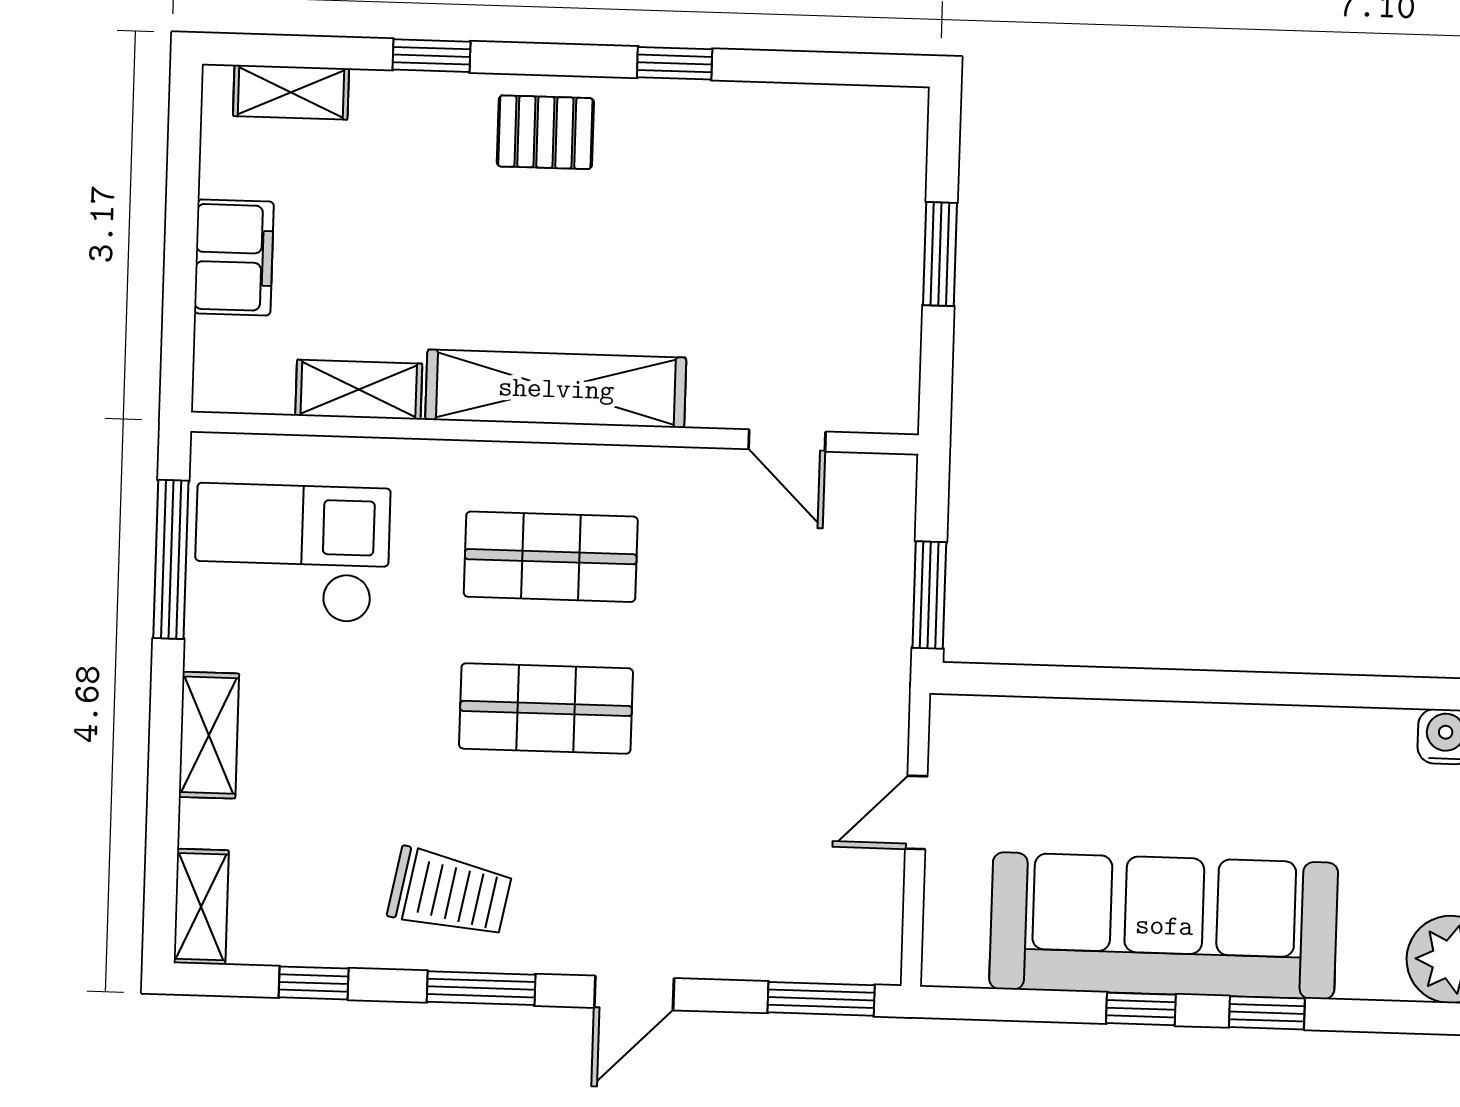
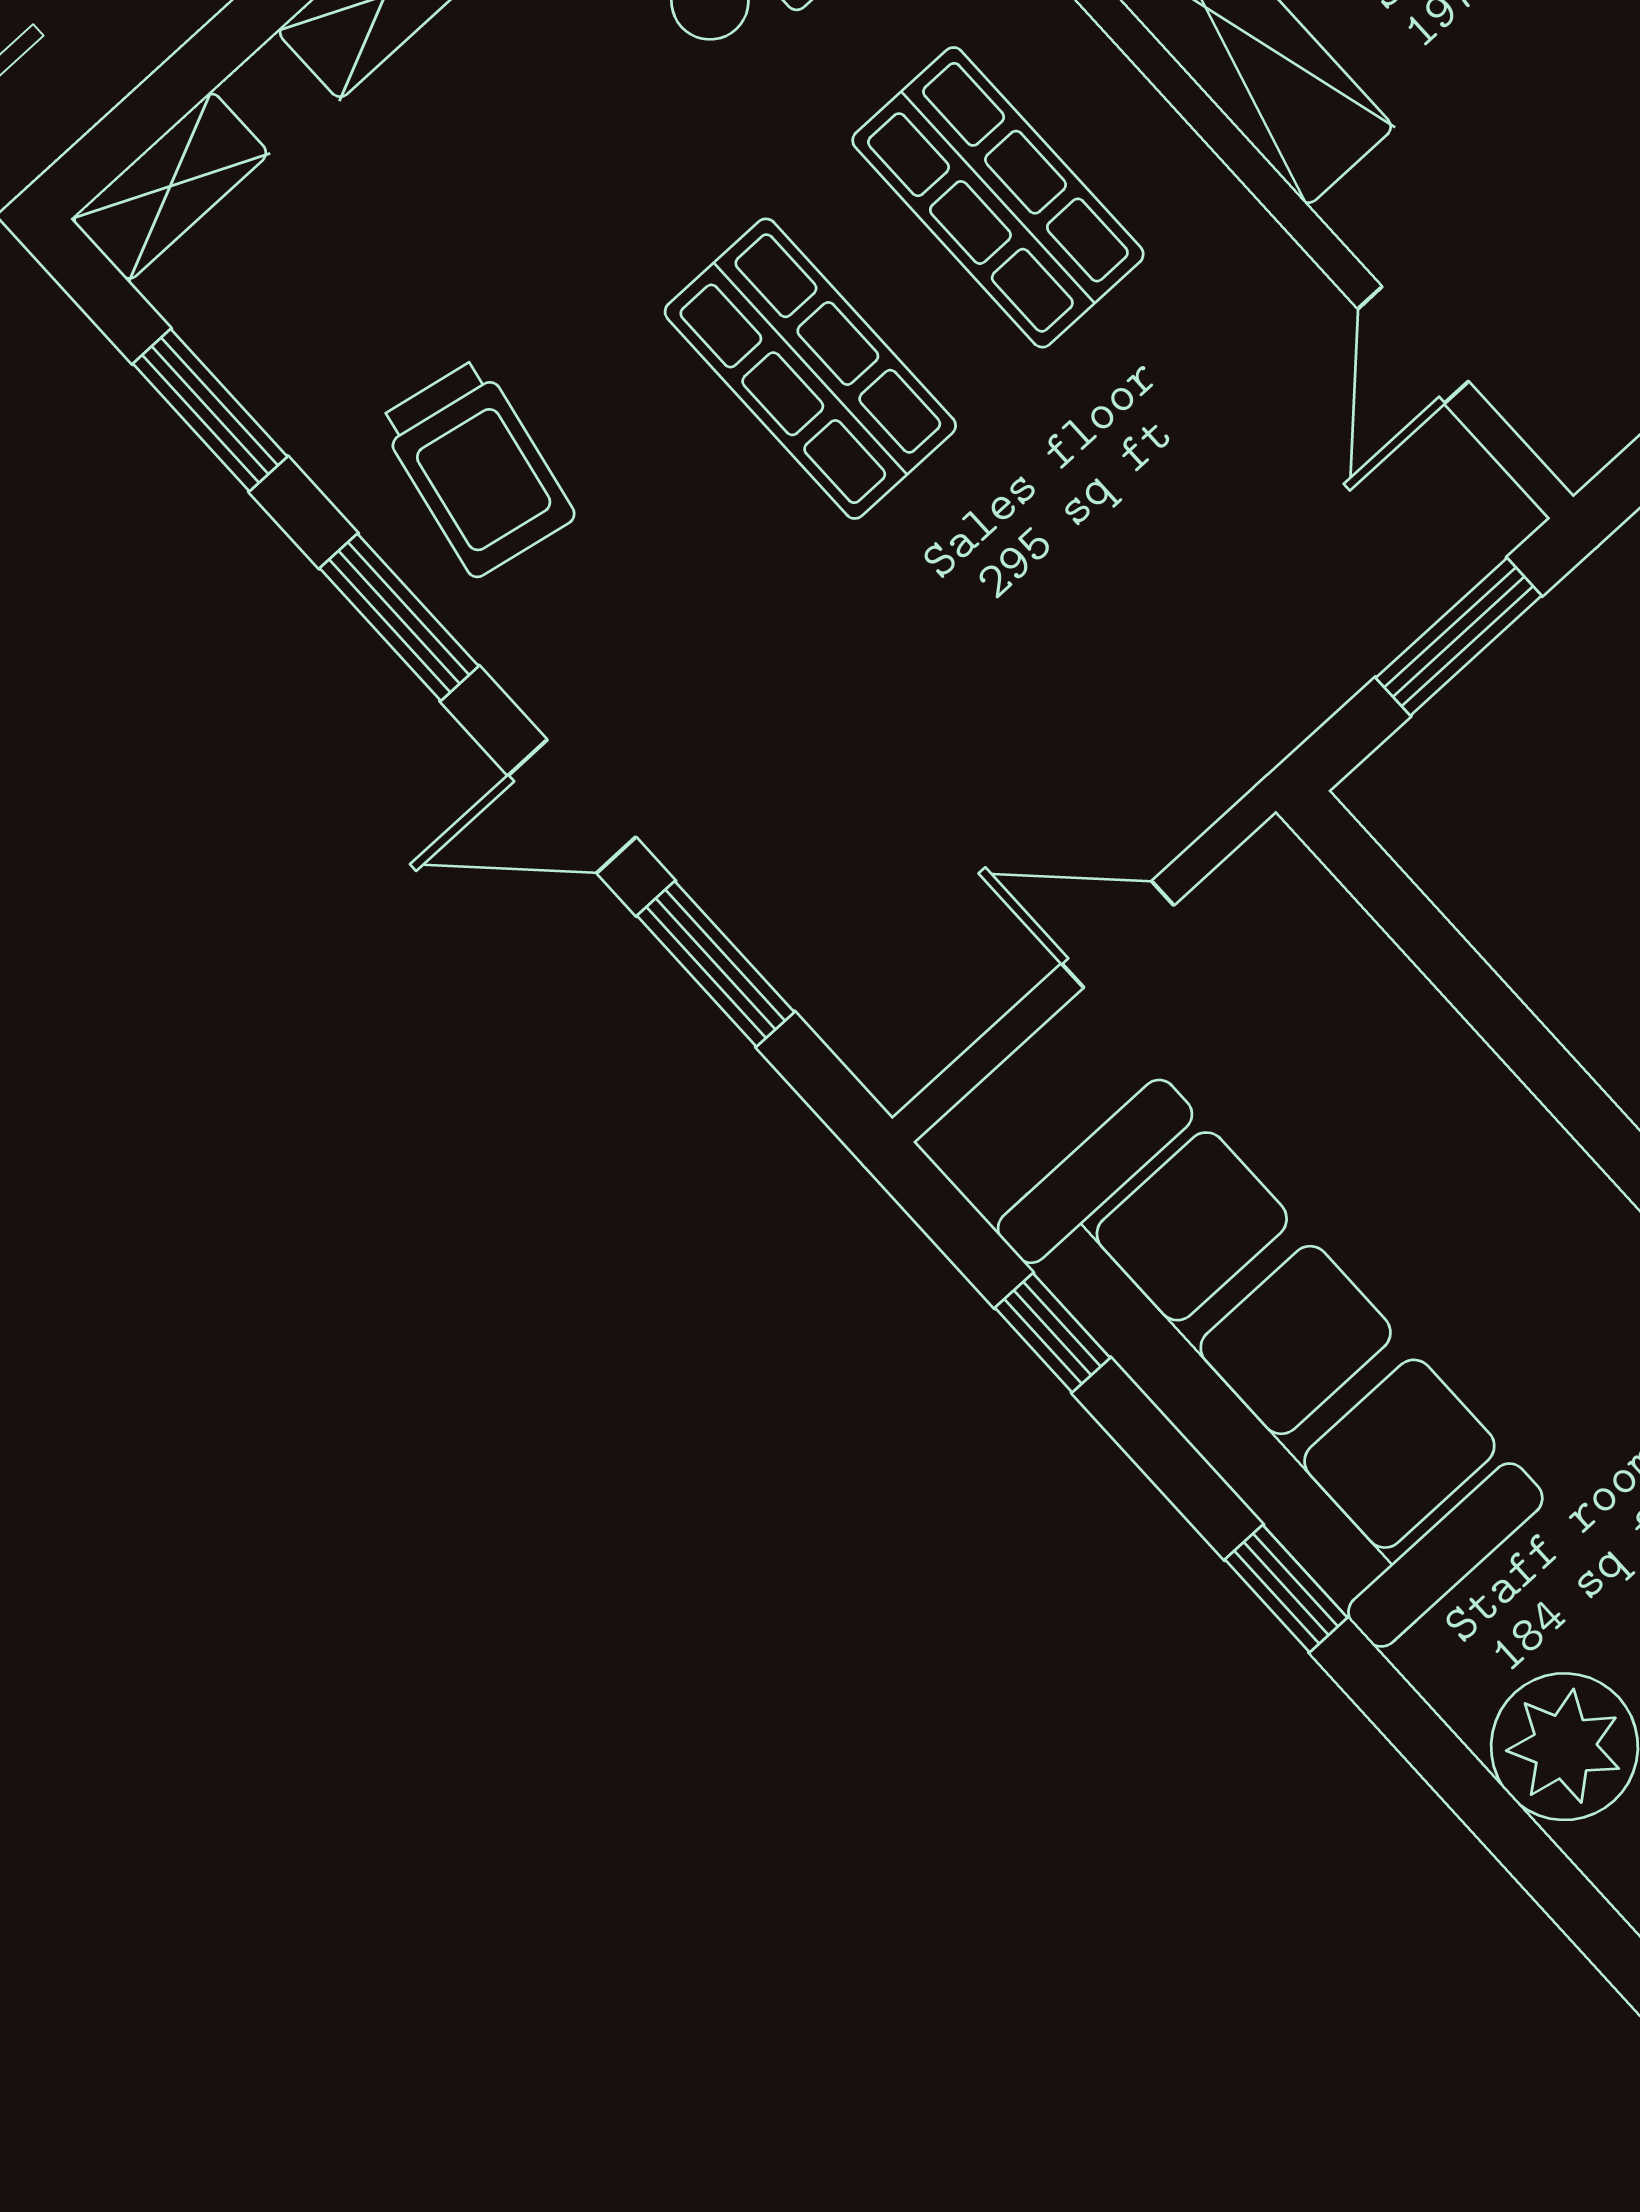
window: (929, 595) -> (1459, 637), moved
window: (314, 983) -> (210, 410), width x1.50
window: (821, 999) -> (716, 964), moved
window: (1141, 1009) -> (1053, 1333), moved

